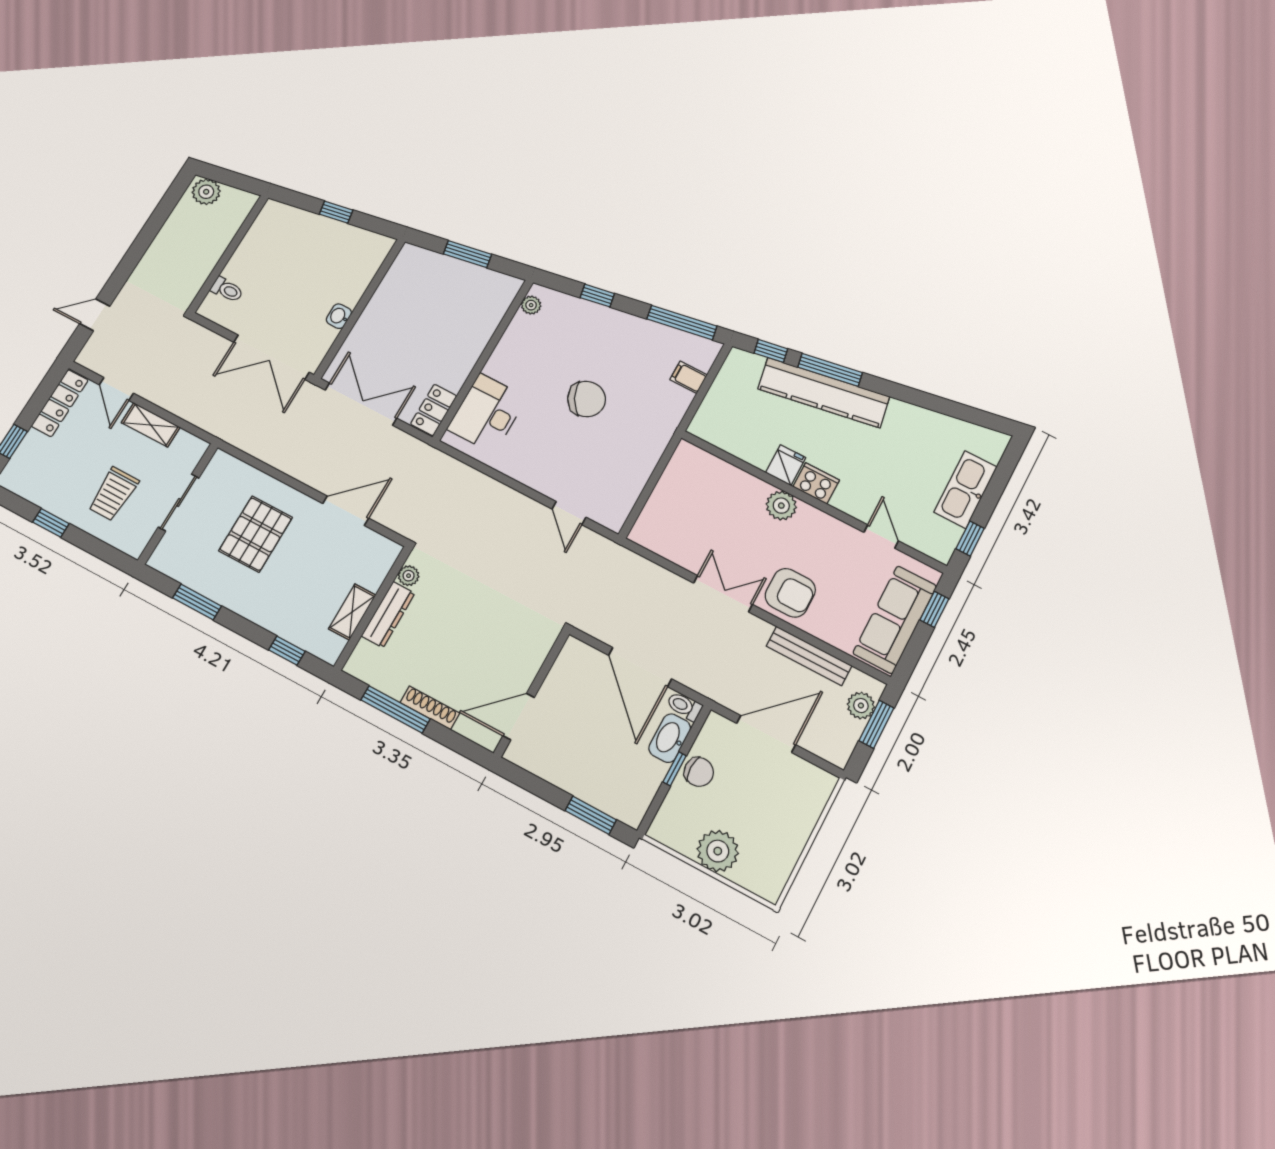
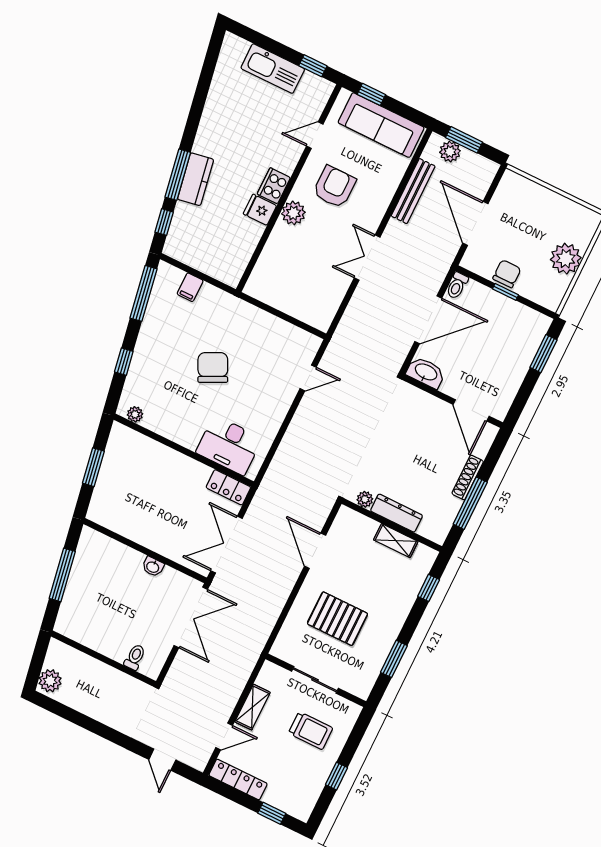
window: (336, 212) -> (62, 575), width x2.17
kitchen counter: (824, 393) -> (196, 179), width x0.48, depth x0.86
armchair: (790, 593) -> (334, 187), moved
washbasin: (670, 738) -> (426, 372), moved, turned 180

